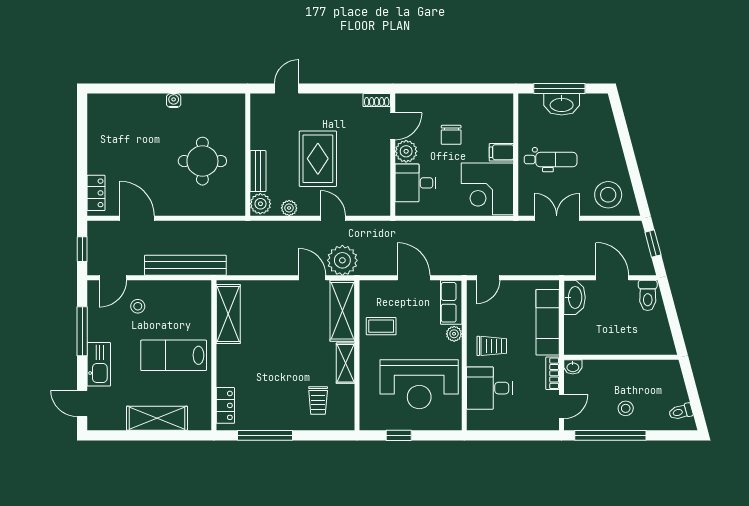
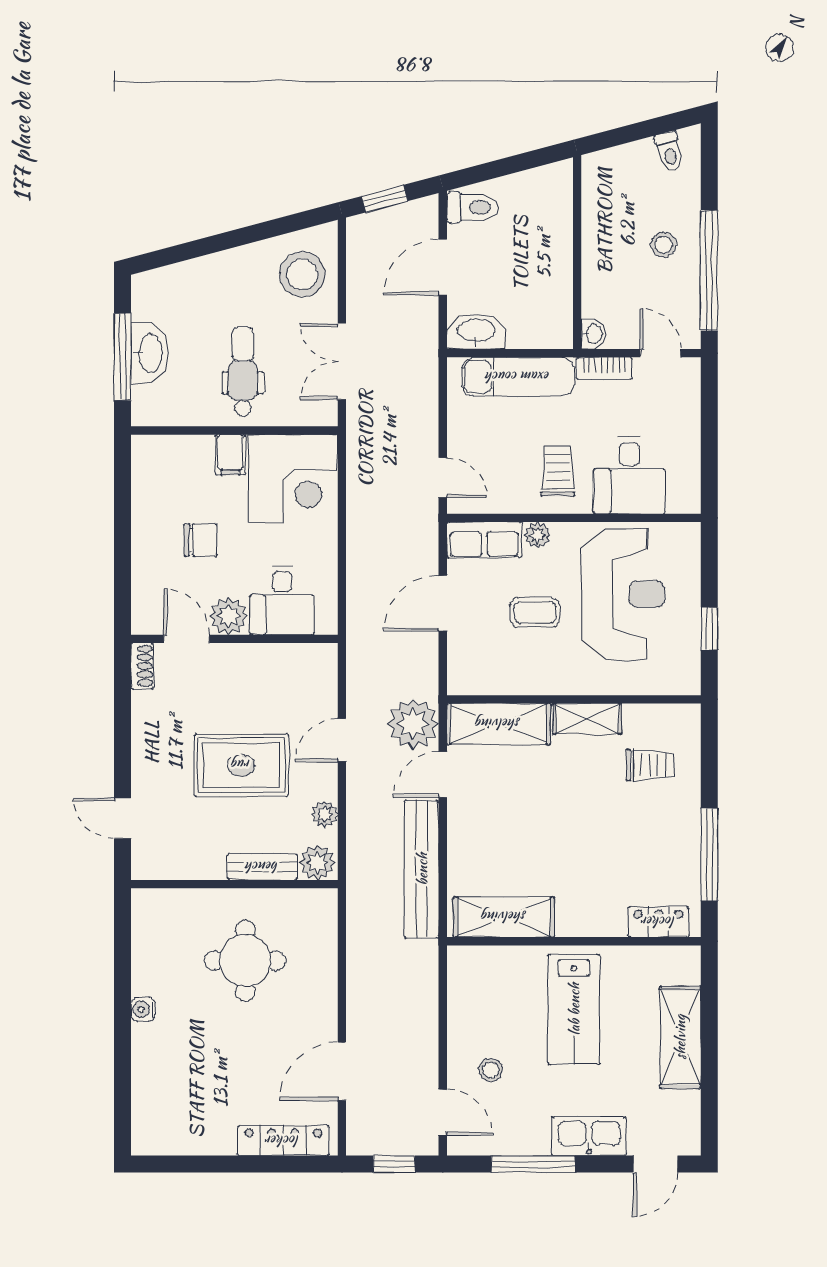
locker: (96, 193) -> (283, 1141), width x1.53
bench: (185, 265) -> (422, 869), moved
coffee table: (381, 326) -> (535, 613), moved, turned 90

